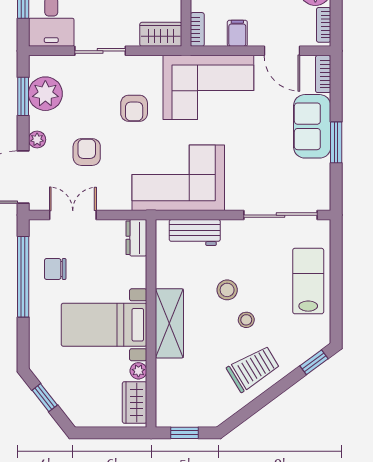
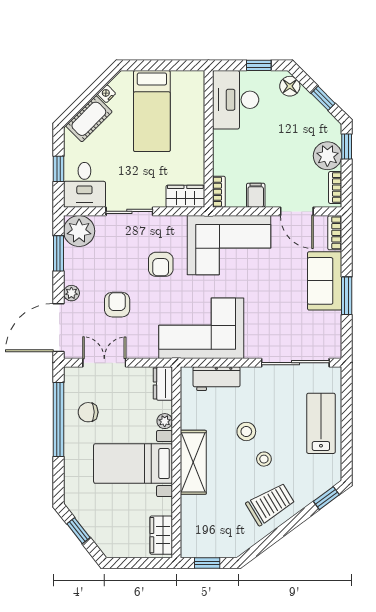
plant: (45, 94) -> (79, 231), moved
plant: (138, 371) -> (165, 421), moved

